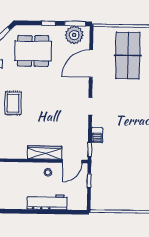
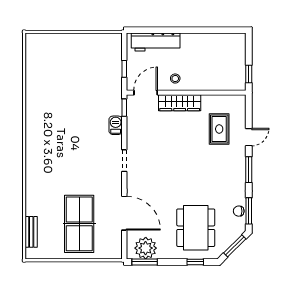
window: (49, 23) -> (195, 262), moved
dining table: (33, 51) -> (196, 228), turned 90
door: (91, 64) -> (124, 213), hinge flipped
rug: (13, 103) -> (219, 129), moved
workbench: (47, 202) -> (156, 42), moved

